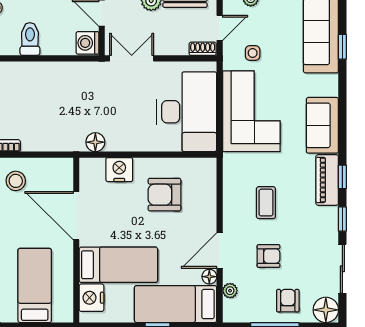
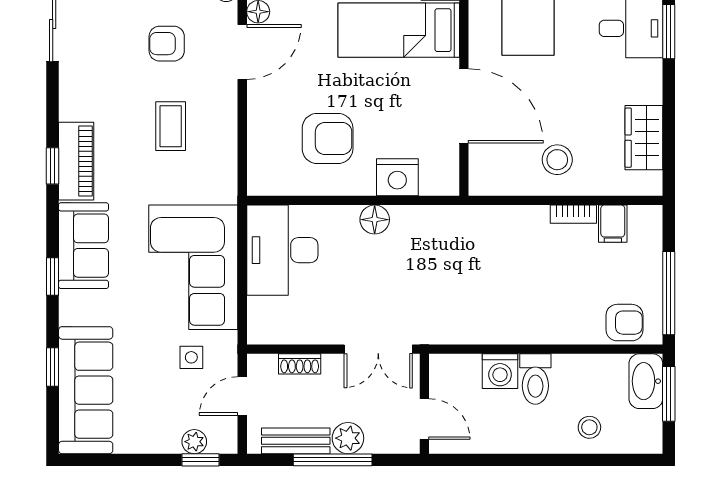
washing machine: (87, 43) -> (500, 371), moved, turned 90
shoe rack: (203, 49) -> (300, 364), moved
desk: (187, 112) -> (282, 250), width x0.73, depth x0.77
floor lamp: (95, 142) -> (375, 220), moved
window: (342, 219) -> (53, 277), moved

